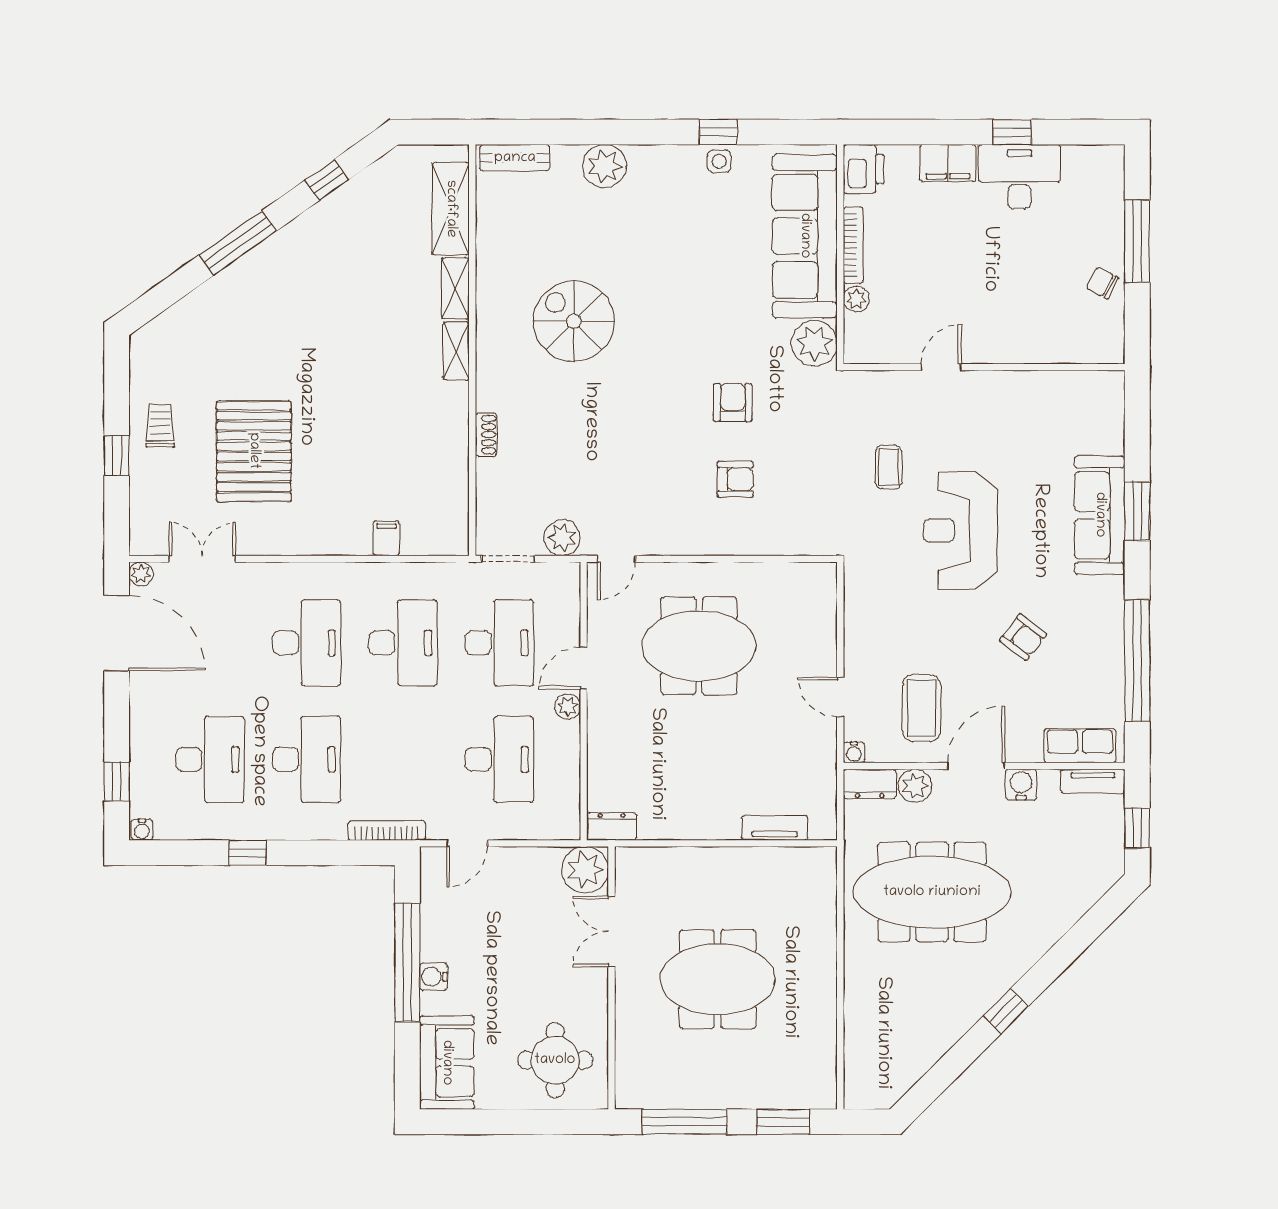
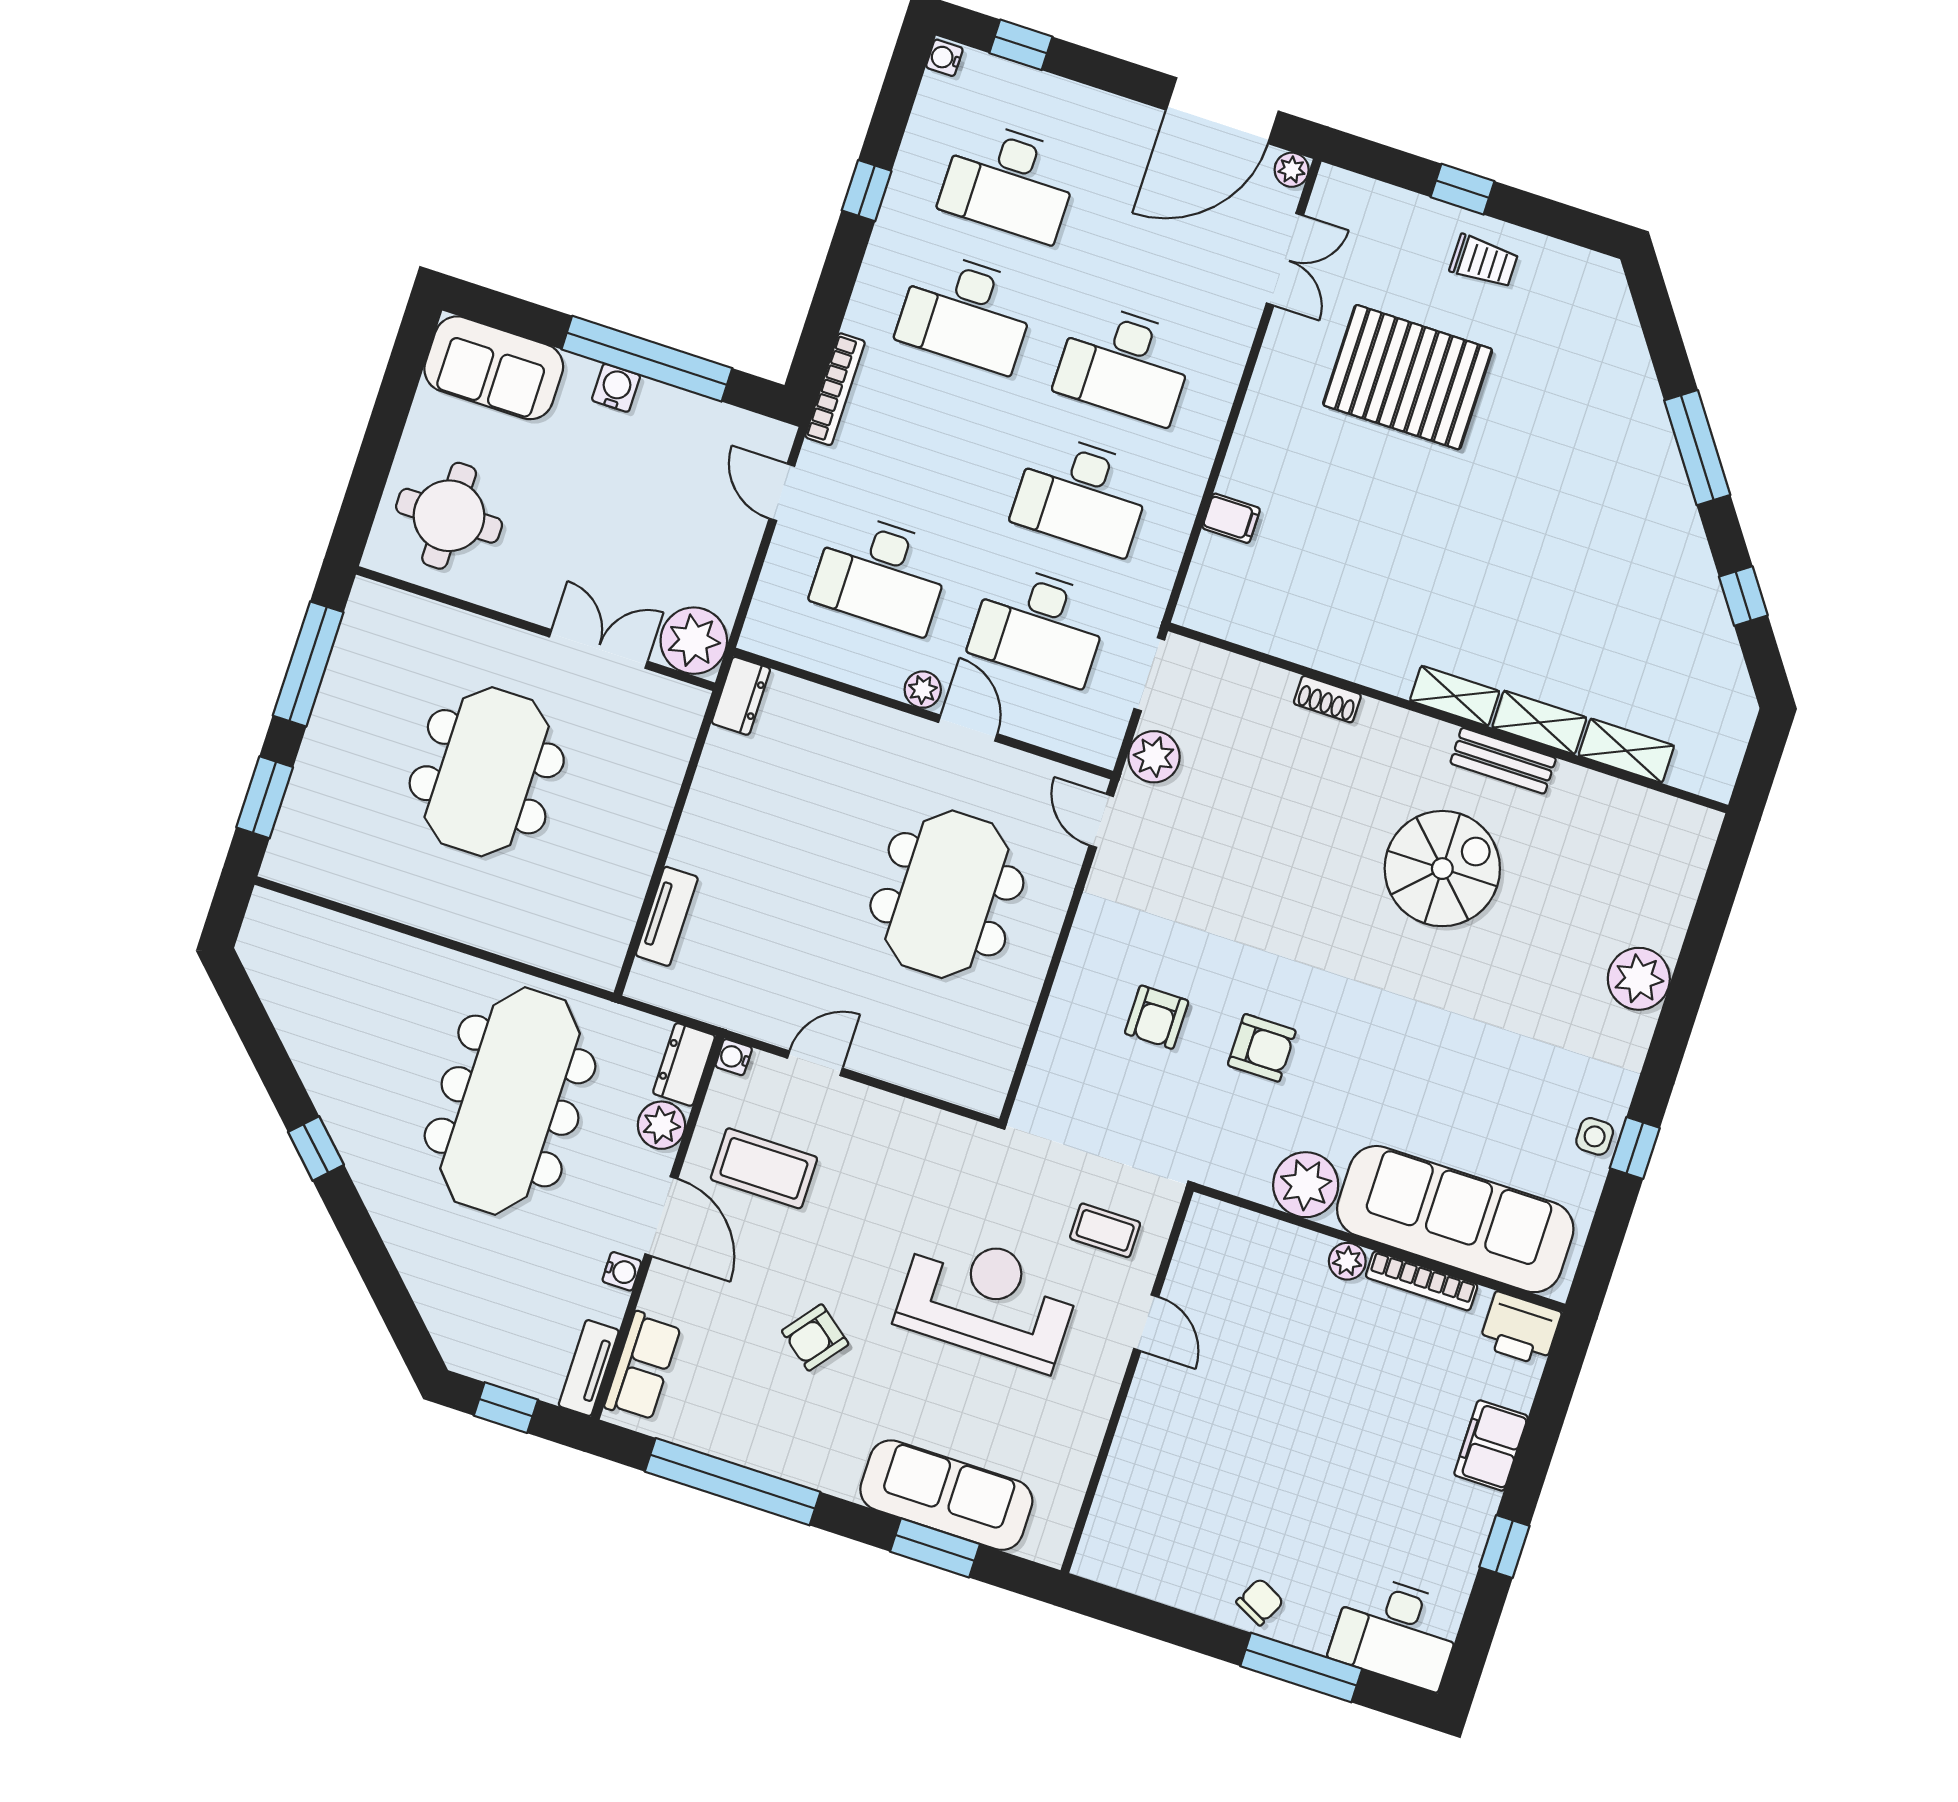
bench: (515, 158) -> (1503, 761), moved, turned 90
desk: (1019, 177) -> (1396, 1632), moved, turned 90
shelving: (451, 209) -> (1626, 751), width x0.67, depth x0.75
door: (941, 367) -> (1146, 1323), moved
wall: (984, 367) -> (1127, 1381), moved
water cooler: (1021, 785) -> (622, 1271), width x0.72, depth x0.72

